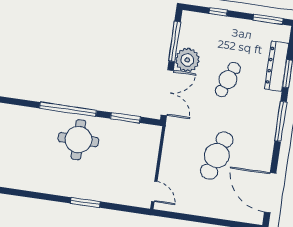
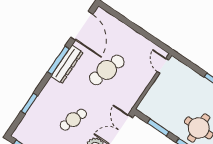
dresser: (277, 66) -> (67, 64), moved
window: (281, 121) -> (58, 60), moved

